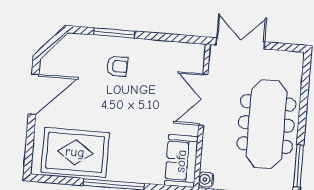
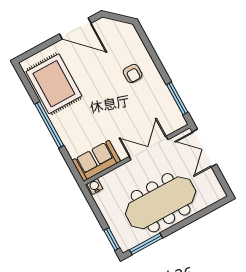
window: (114, 33) -> (177, 98), moved
double door: (240, 43) -> (204, 148), swing flipped

